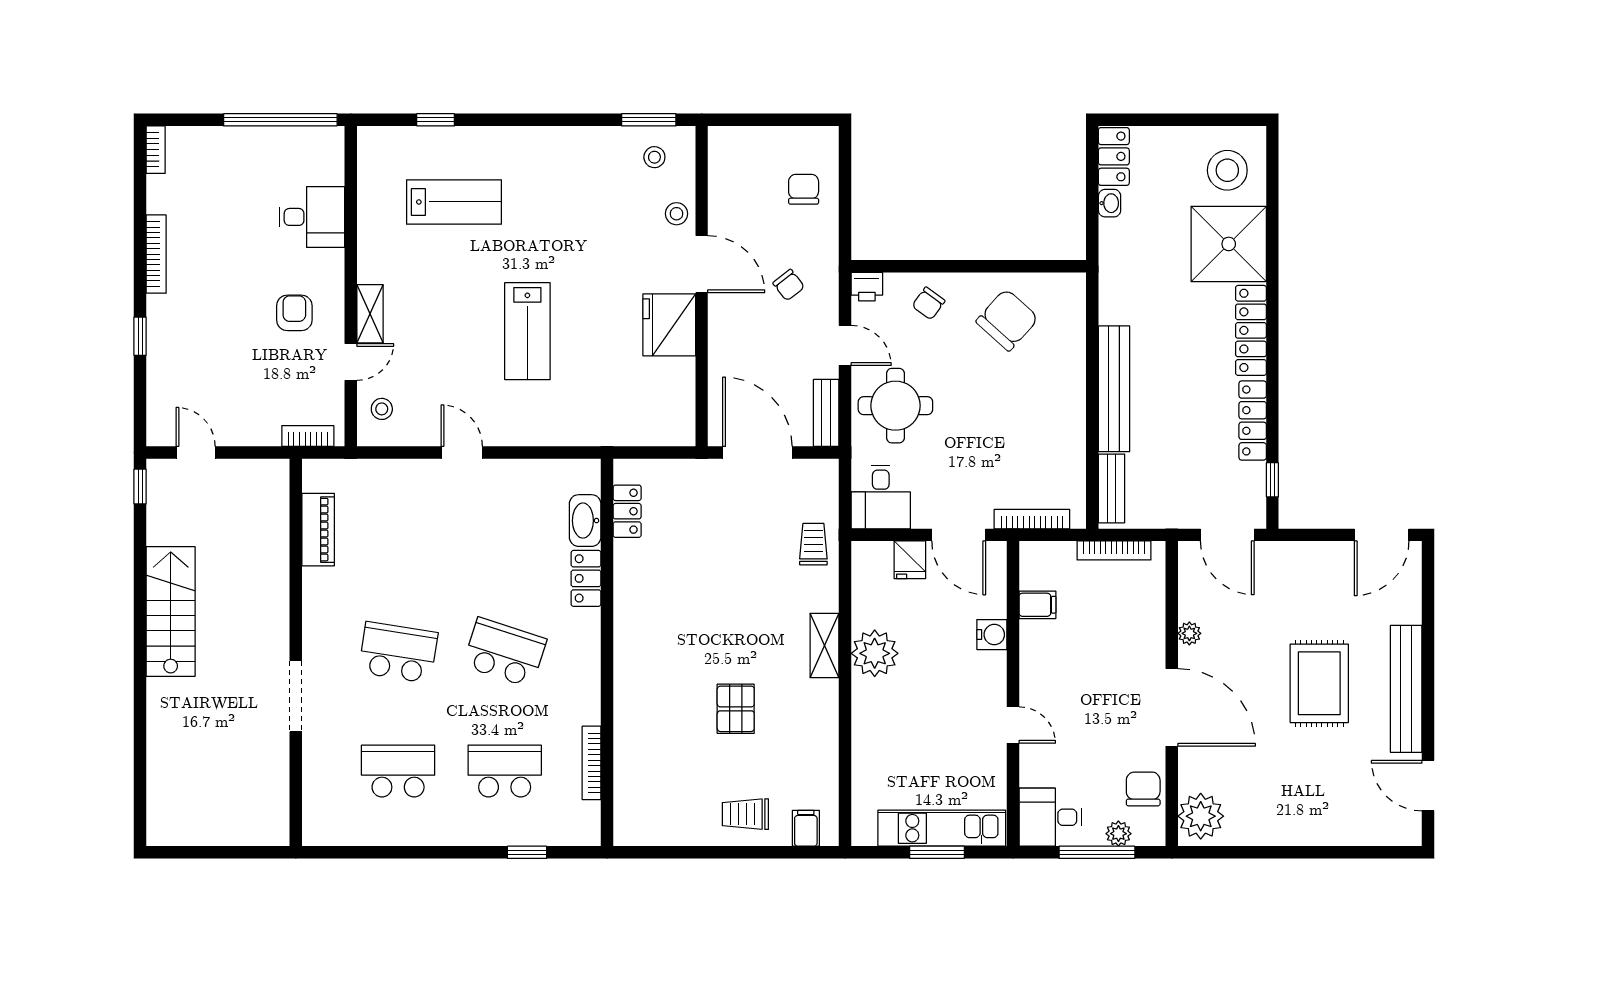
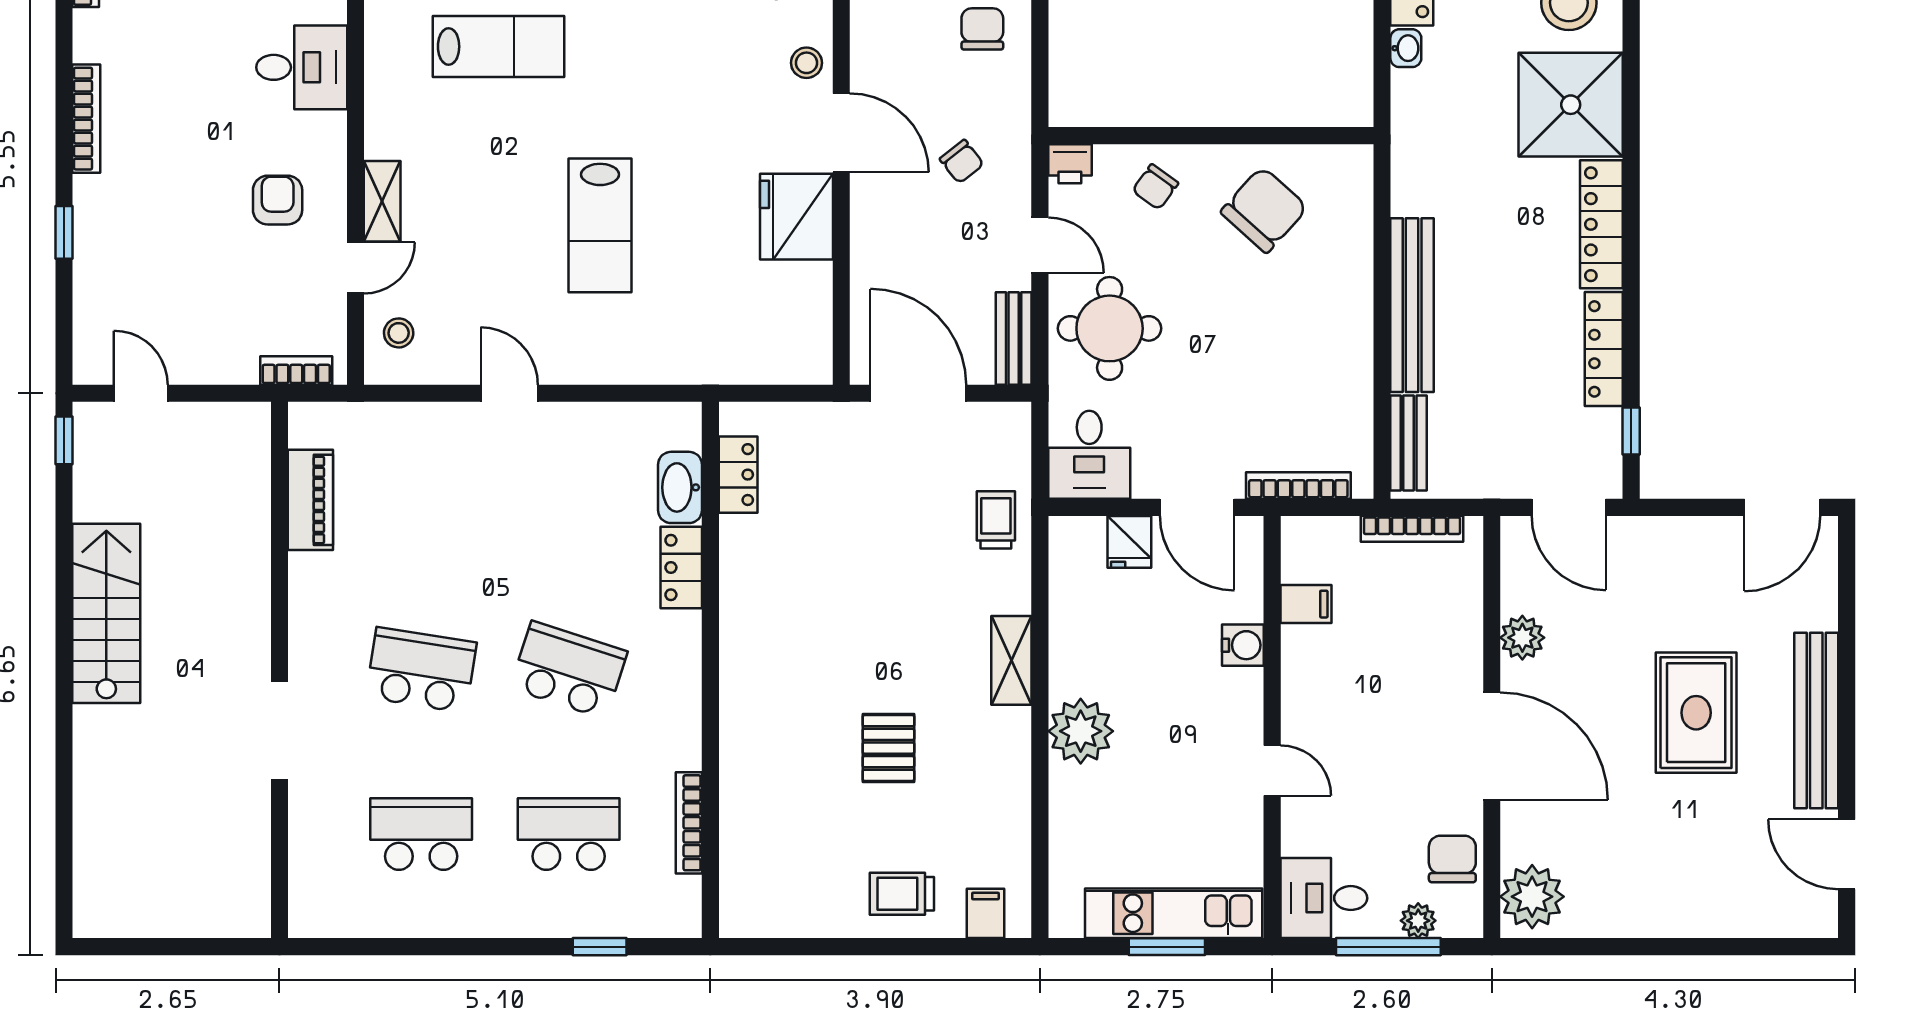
plant: (1189, 633) -> (1522, 638), width x1.38, depth x1.38
plant: (875, 653) -> (1081, 731), moved

